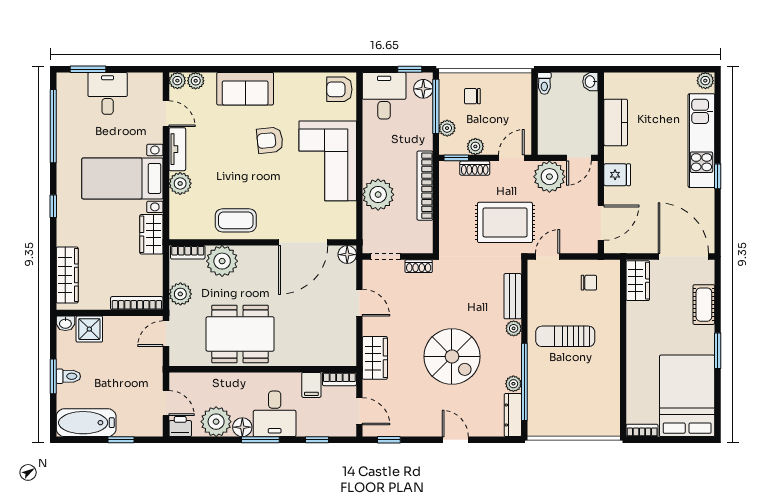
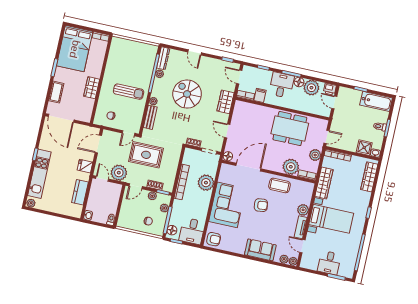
armchair: (270, 140) -> (261, 205), moved
door: (579, 158) -> (102, 179), hinge flipped
wardrobe: (151, 234) -> (324, 183), width x1.50
wardrobe: (638, 281) -> (92, 88), moved

